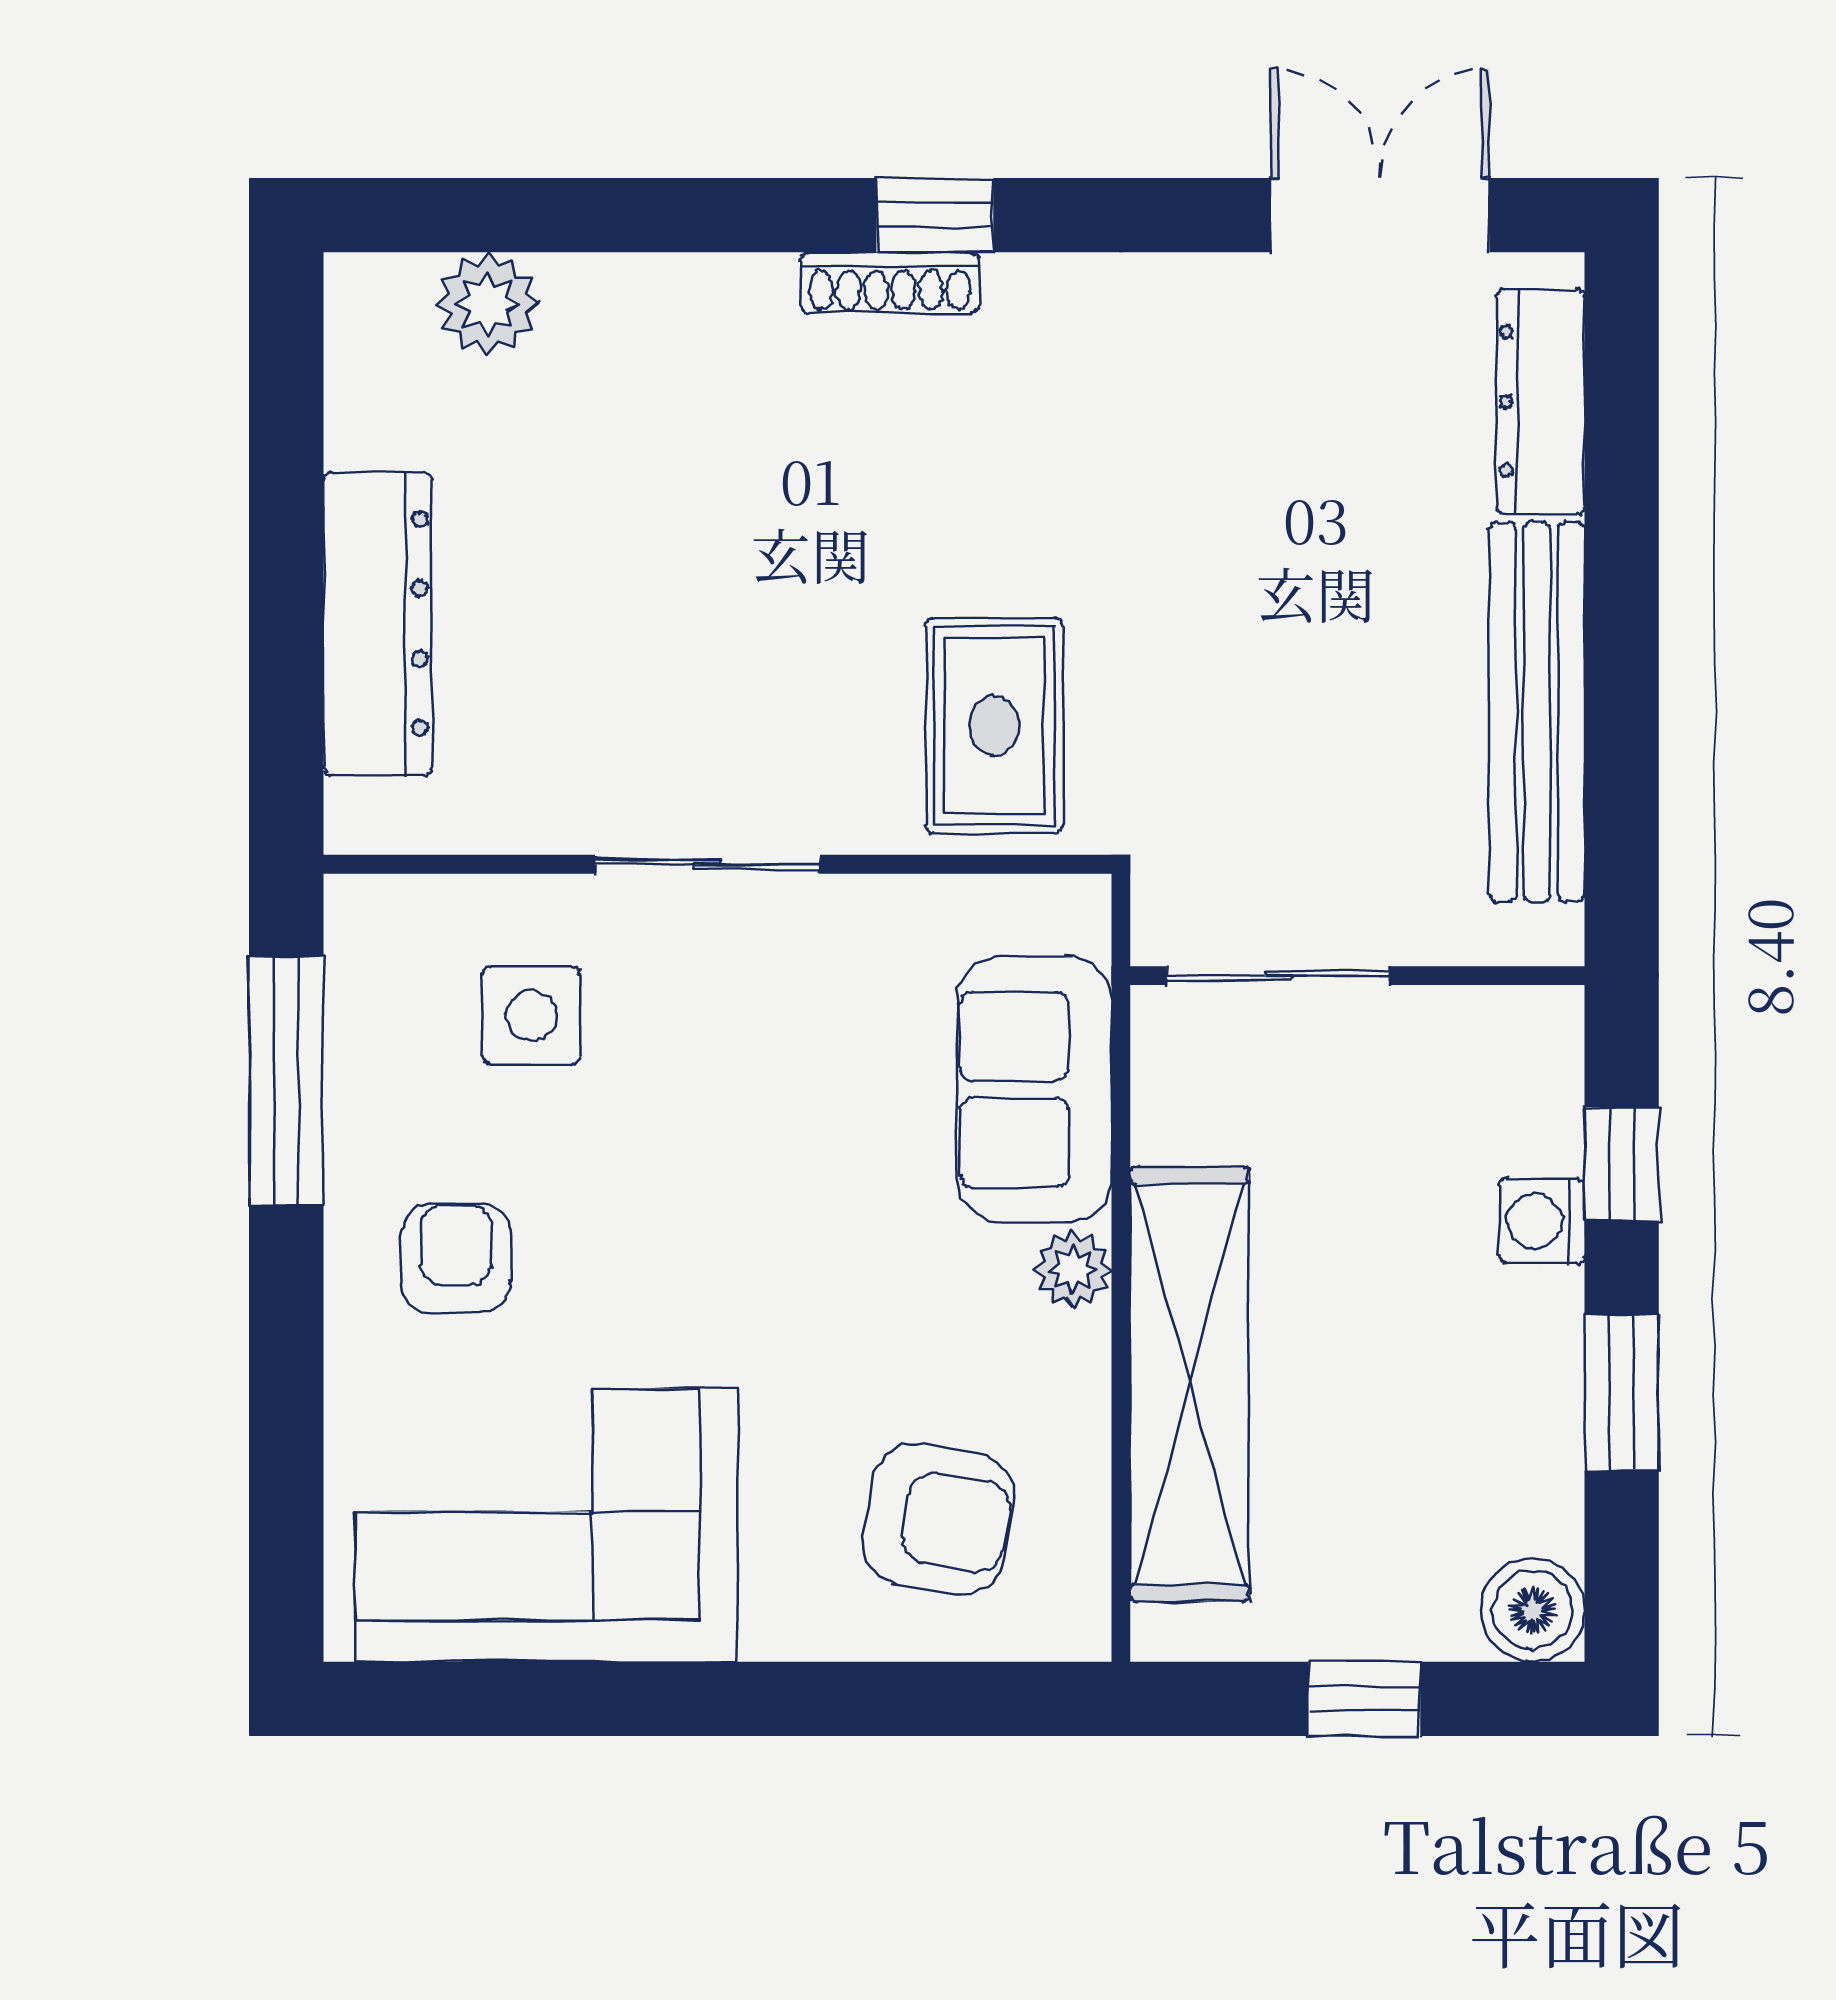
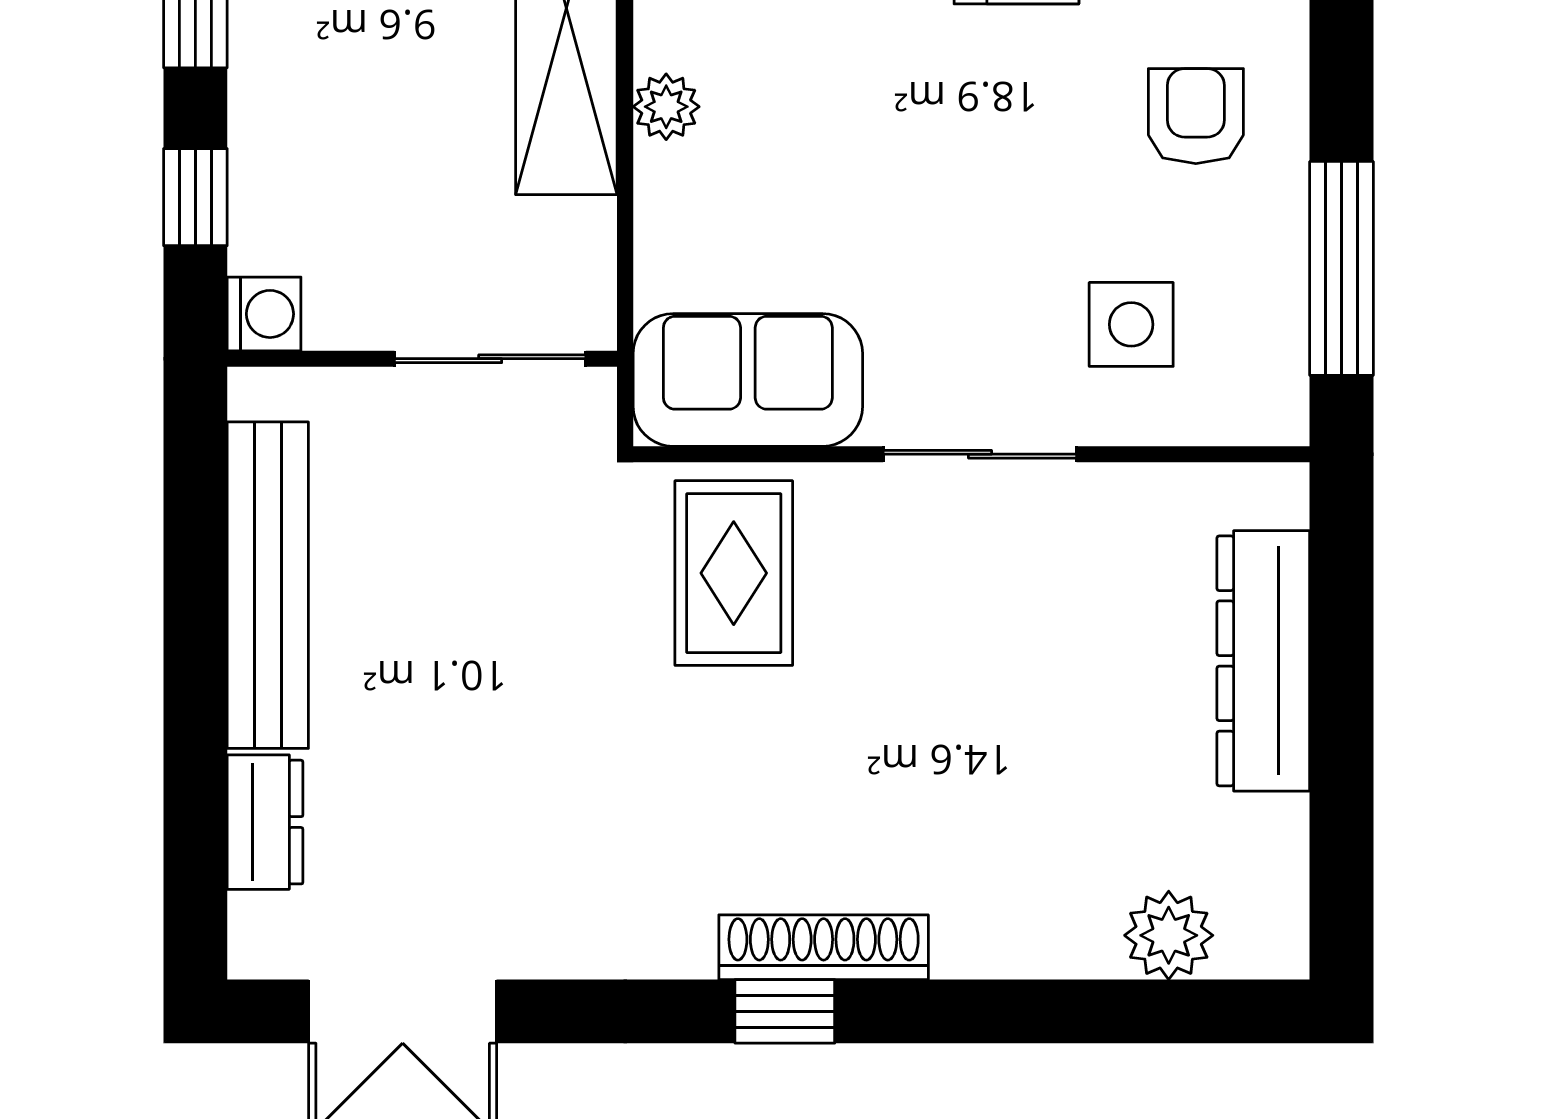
shoe rack: (890, 283) -> (824, 947), width x1.36, depth x1.24
dresser: (1540, 401) -> (265, 822), width x0.70
sofa: (1034, 1090) -> (748, 380), moved, turned -90
washing machine: (1542, 1221) -> (264, 314), moved
armchair: (456, 1258) -> (1196, 116), turned 180

